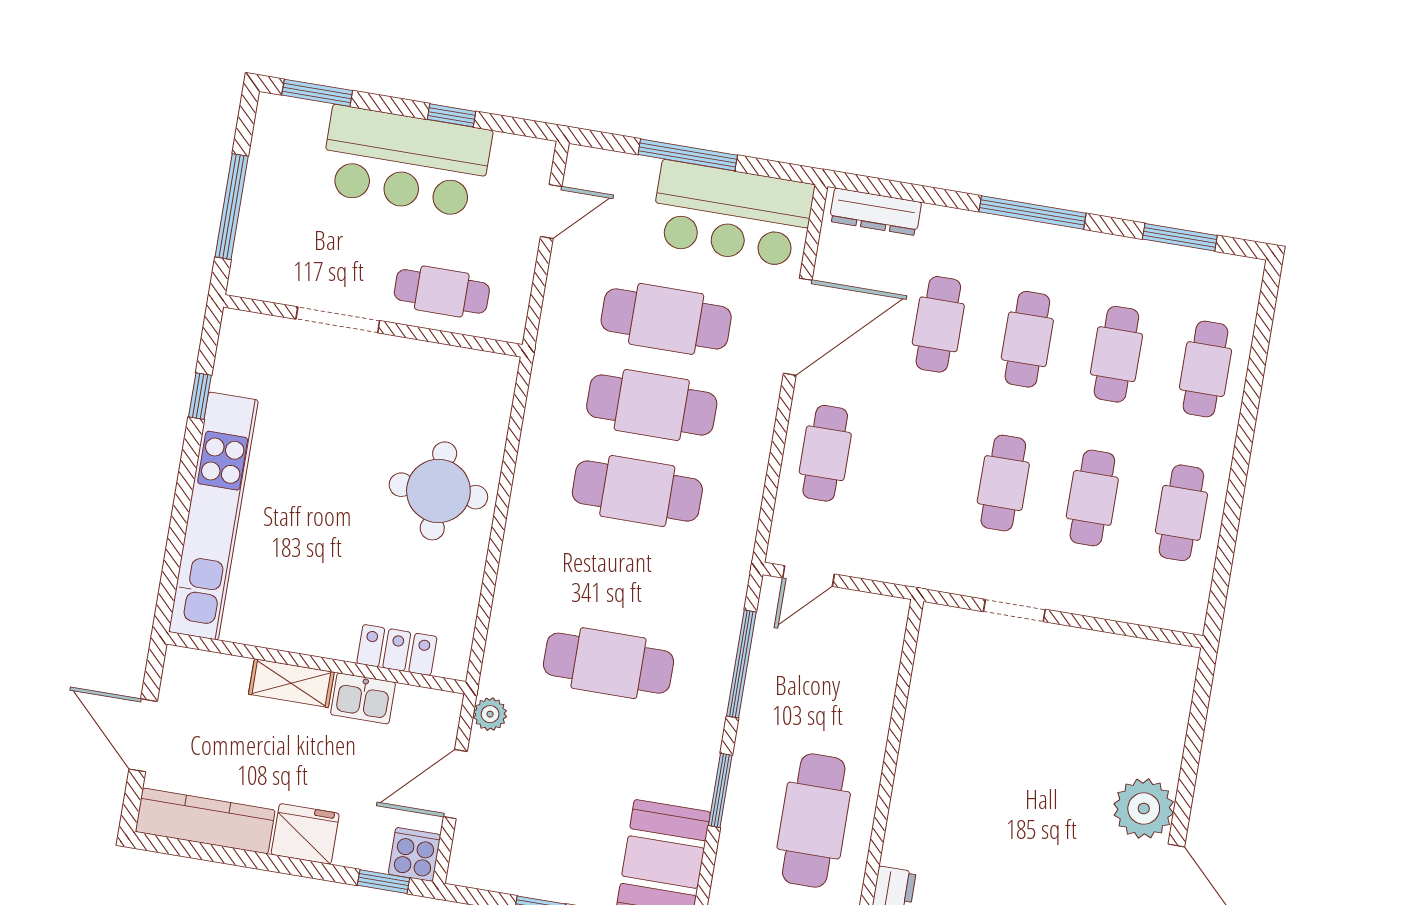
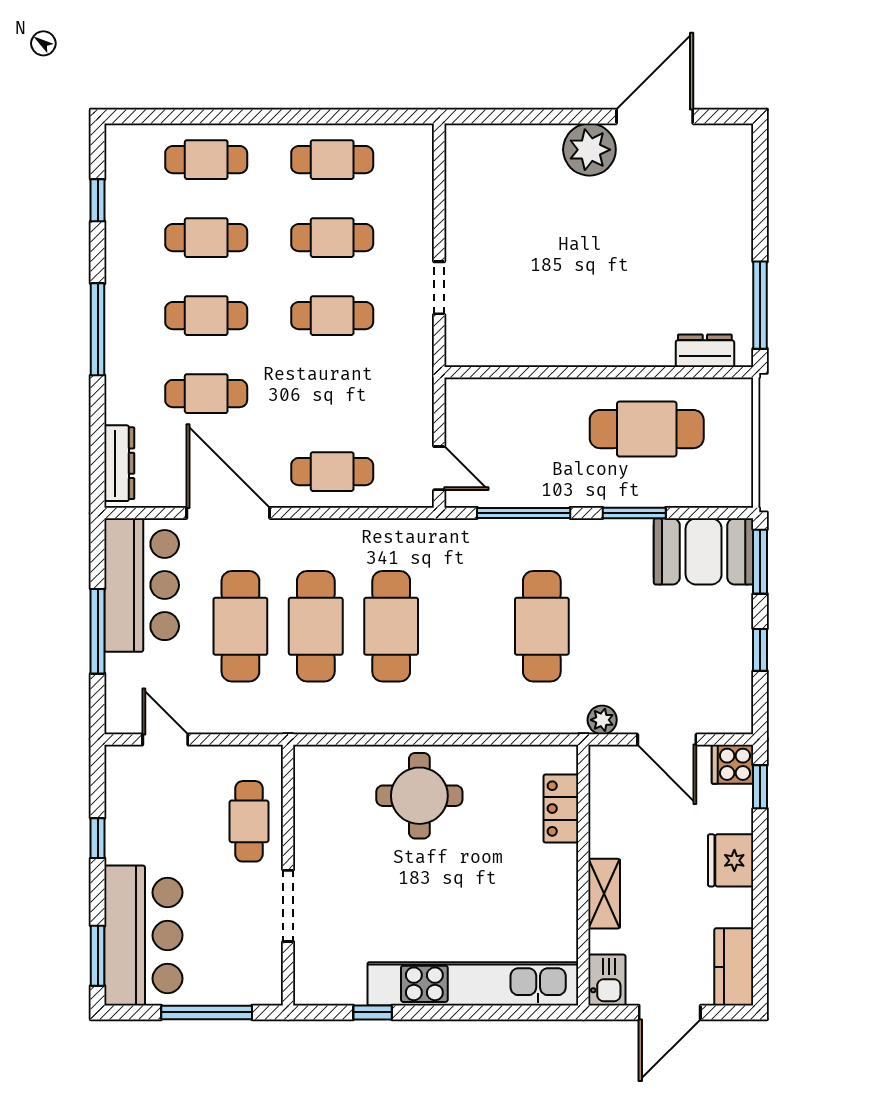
bar counter: (406, 161) -> (143, 935), moved
window: (1180, 237) -> (98, 200), width x0.67
kitchen sink: (363, 698) -> (607, 980), moved
kitchen counter: (205, 821) -> (734, 967), width x0.67

